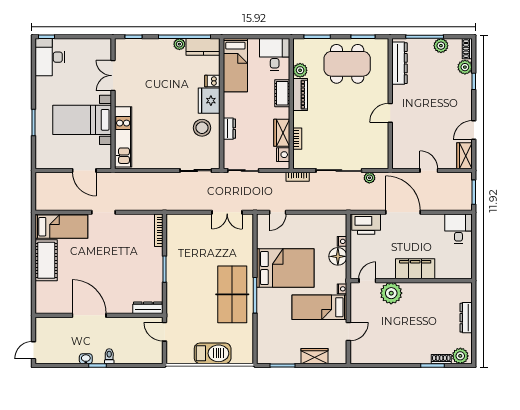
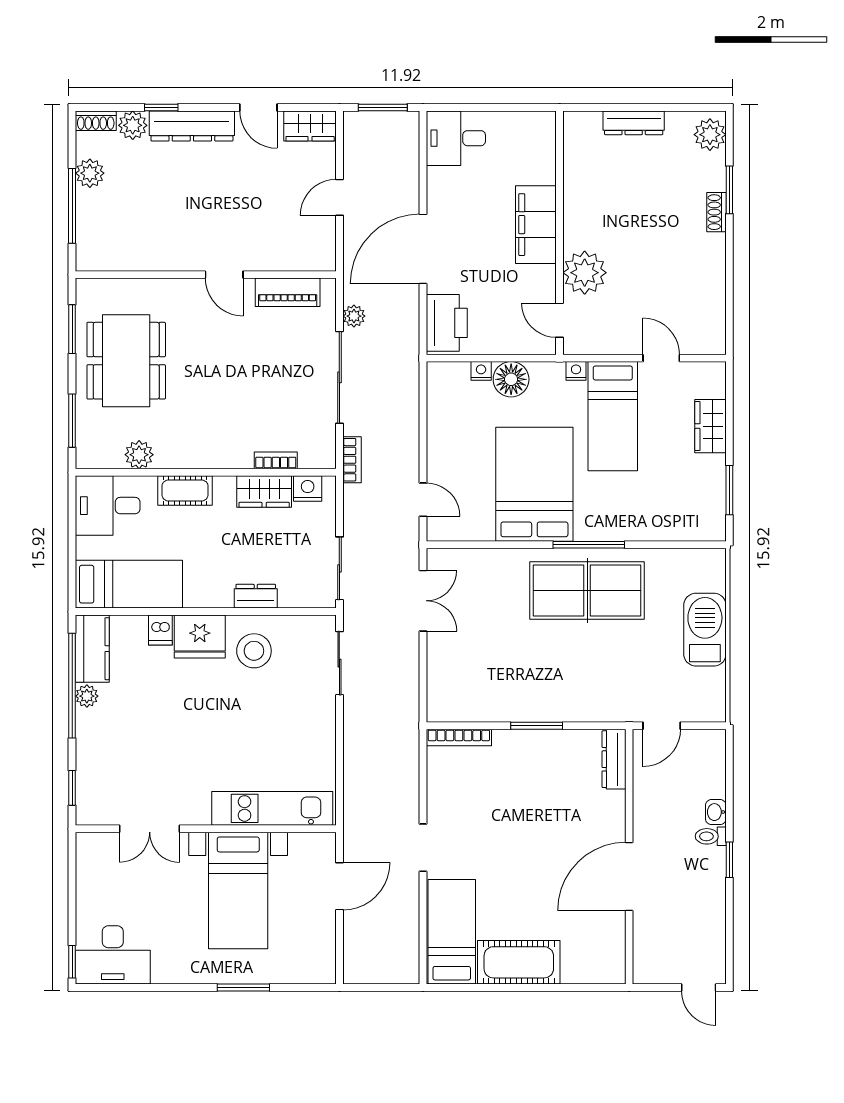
dresser: (399, 63) -> (192, 126), moved, turned 180
piano: (300, 95) -> (288, 292), moved, turned 180
washbasin: (86, 359) -> (716, 812), moved
shoe rack: (441, 359) -> (716, 212), moved

